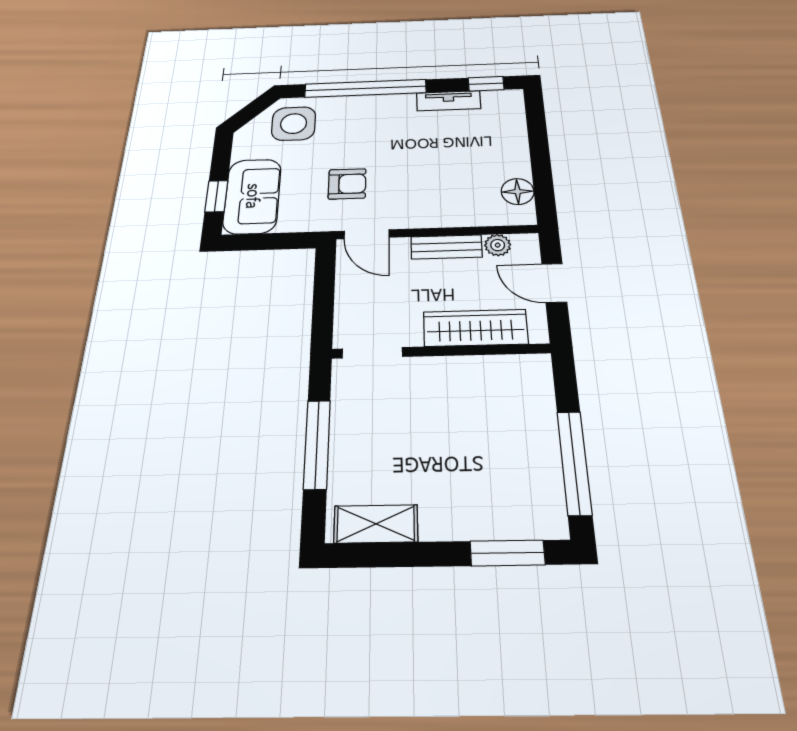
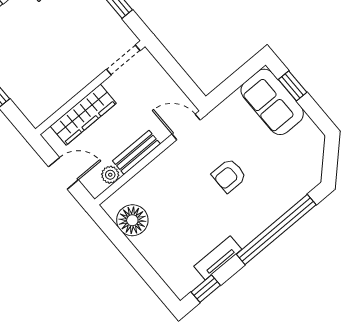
side table: (294, 124) -> (296, 170), removed
armchair: (347, 184) -> (229, 176), moved
floor lamp: (518, 192) -> (132, 220), width x1.38, depth x1.38

